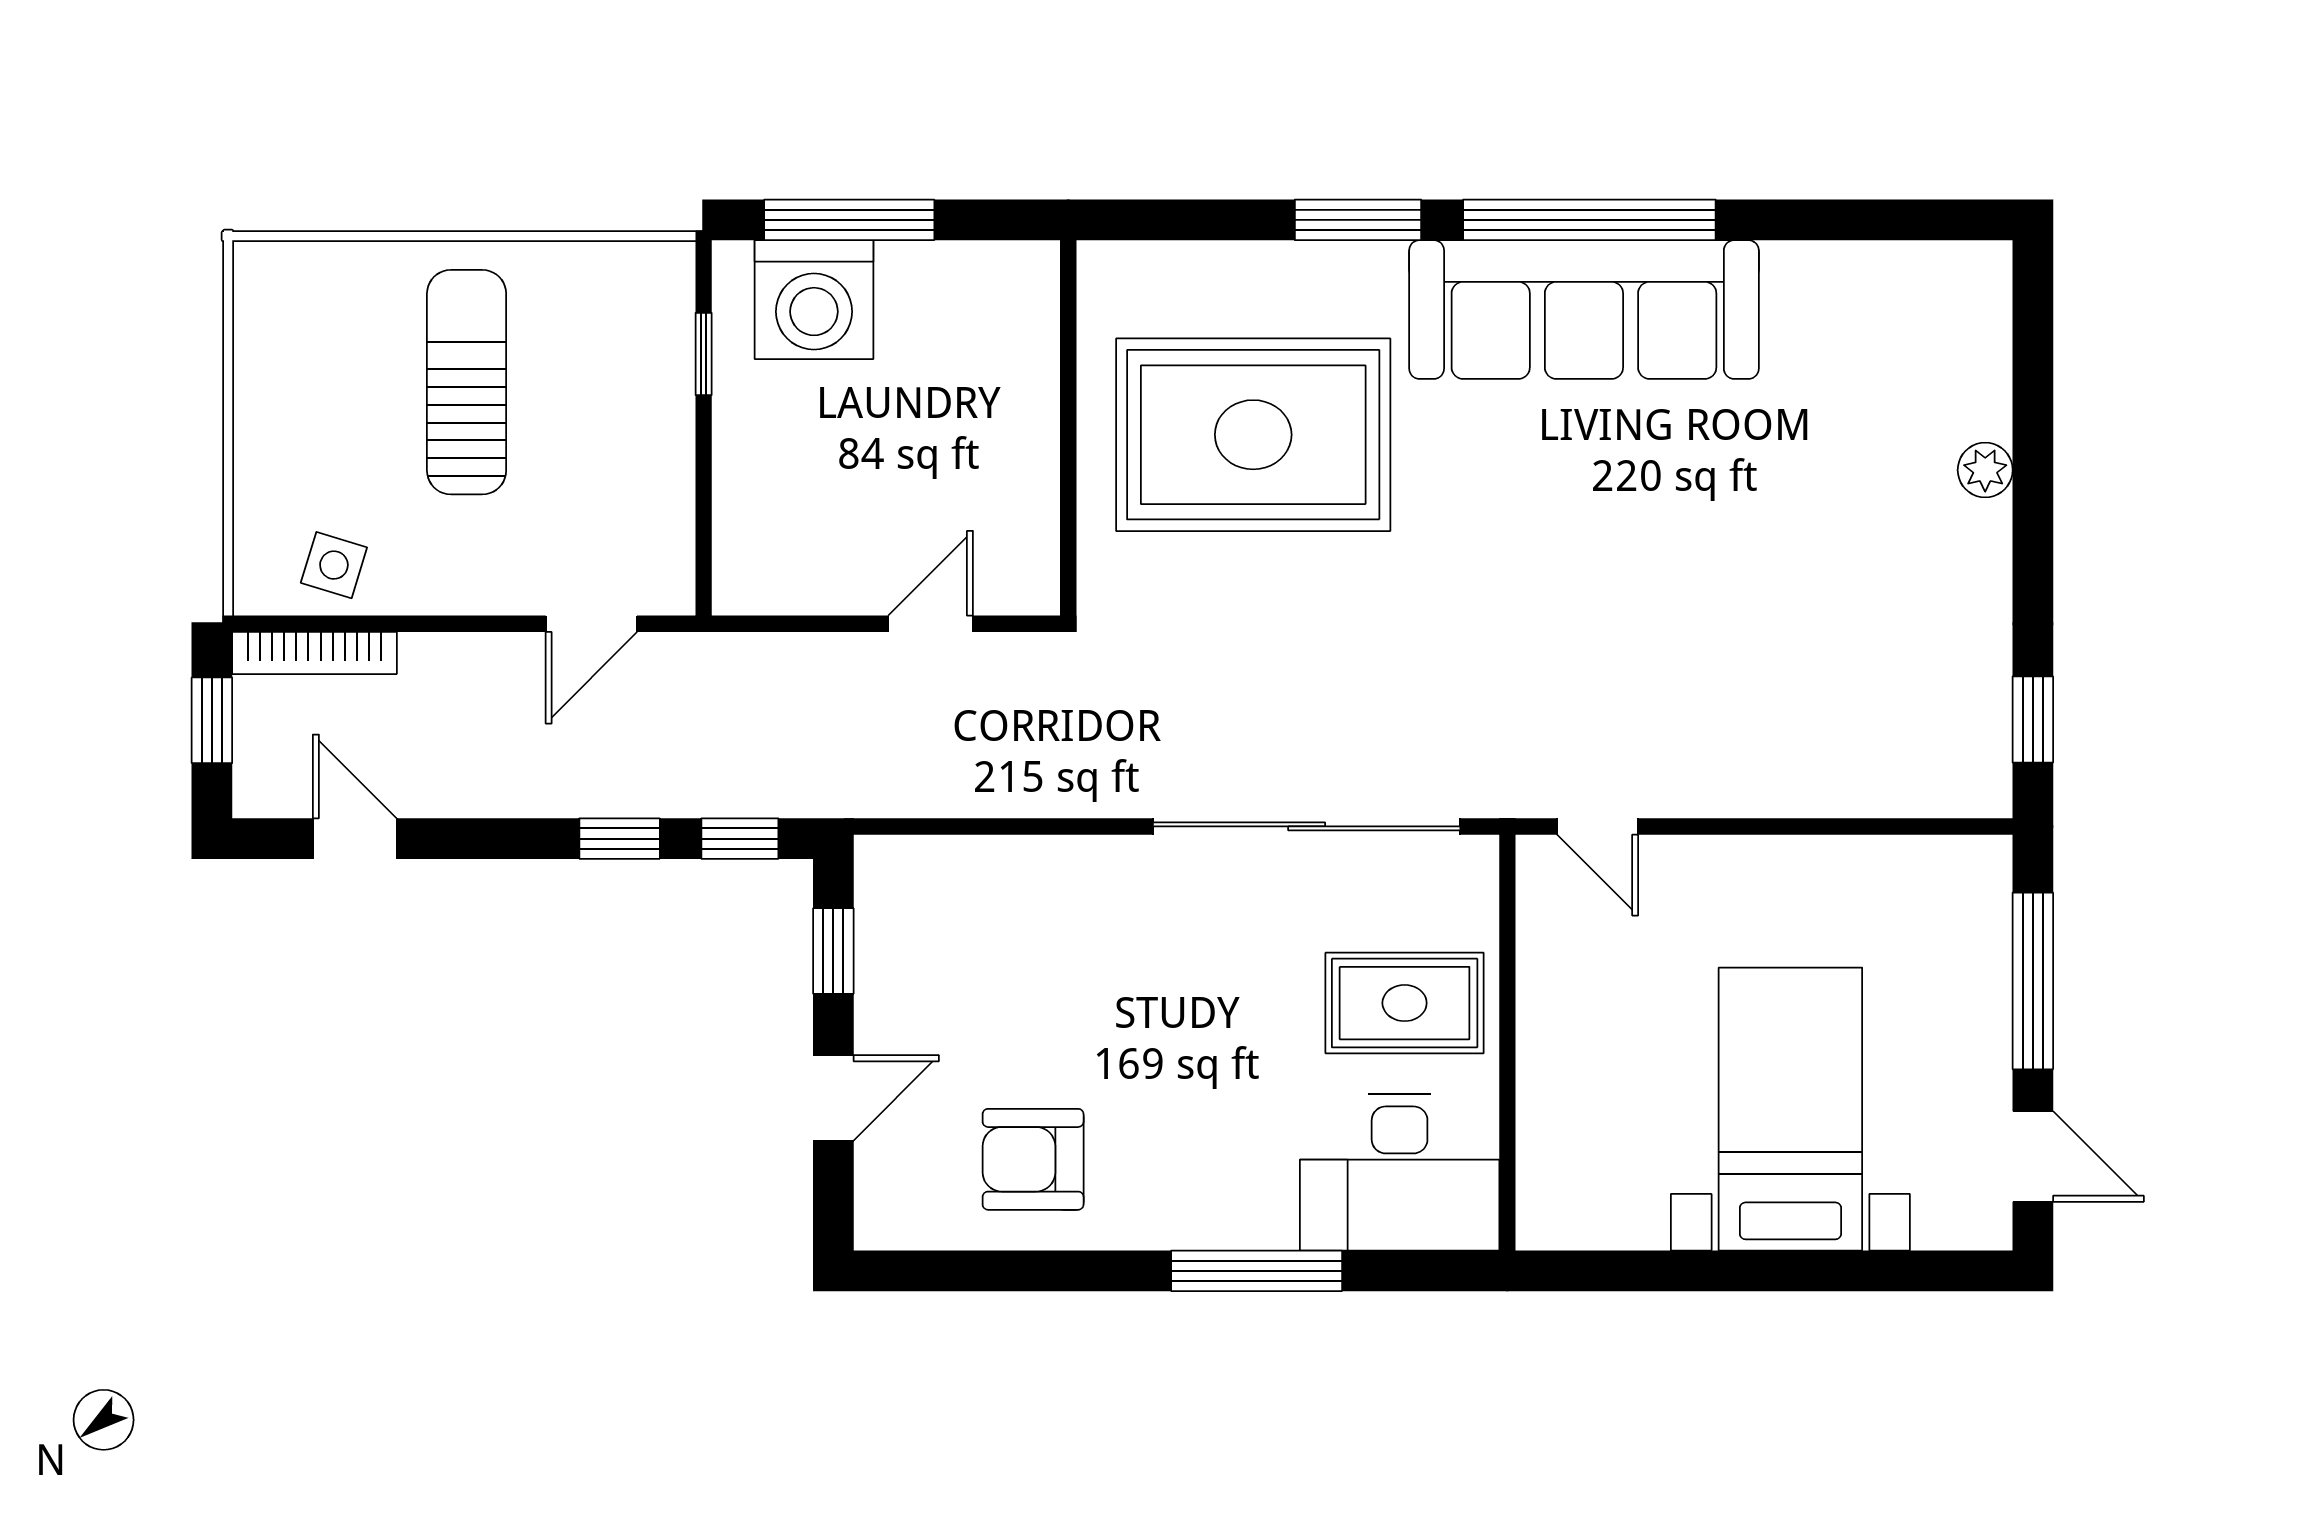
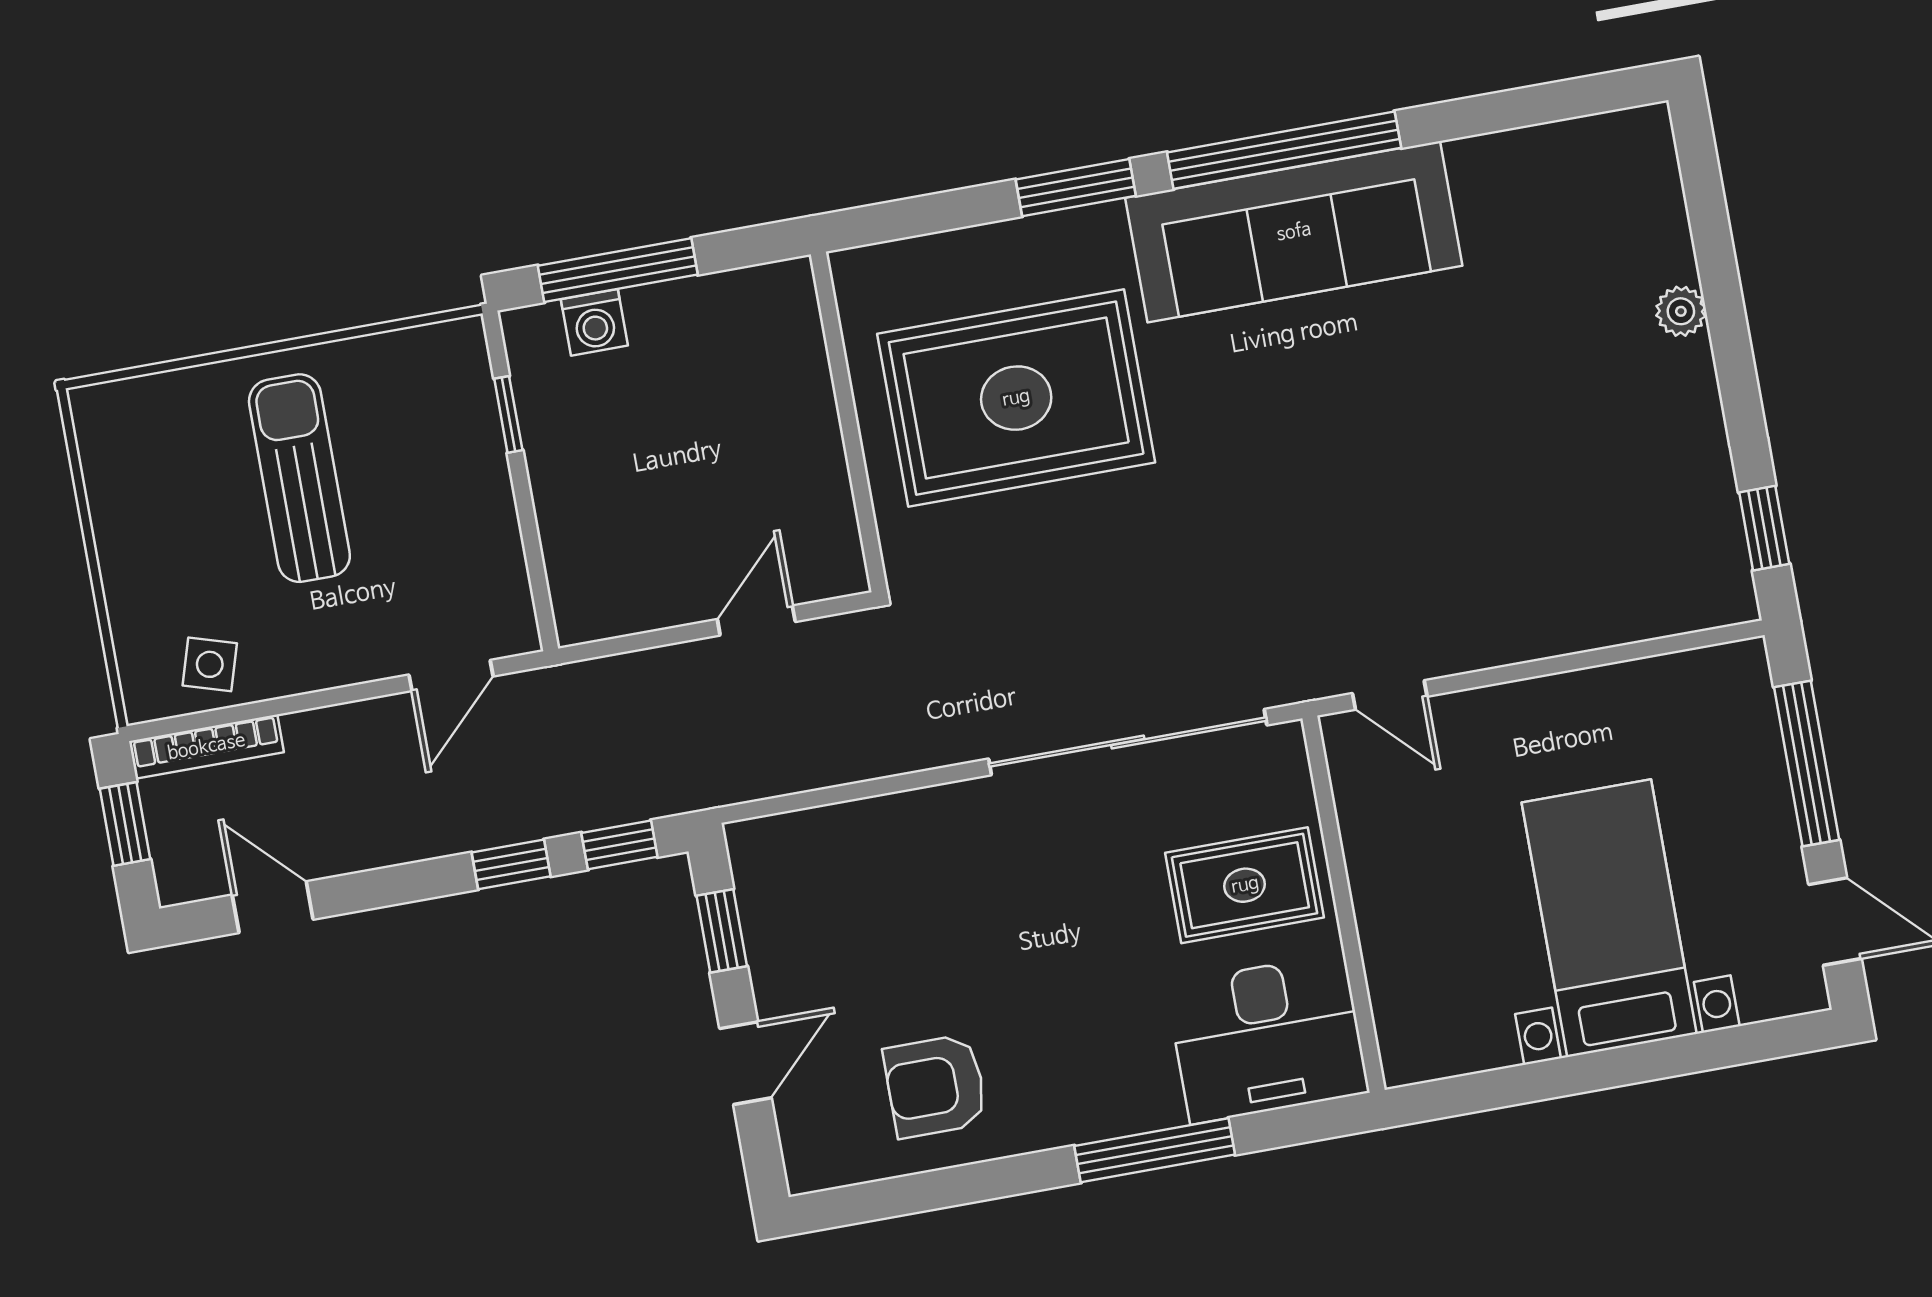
washing machine: (814, 300) -> (594, 322), width x0.53, depth x0.53

